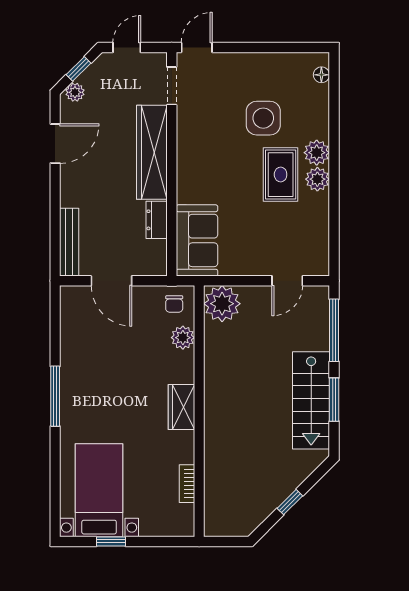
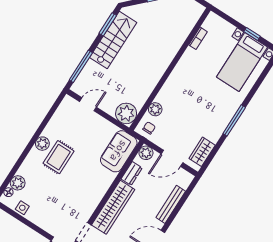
side table: (263, 118) -> (22, 208), moved, width x0.54, depth x0.54
plant: (317, 153) -> (18, 183), moved
bench: (69, 242) -> (171, 204), moved
plant: (155, 264) -> (146, 153), added
door: (111, 281) -> (172, 158), swing flipped
window: (334, 400) -> (108, 24), moved
wardrobe: (181, 407) -> (202, 152), moved, turned 180

